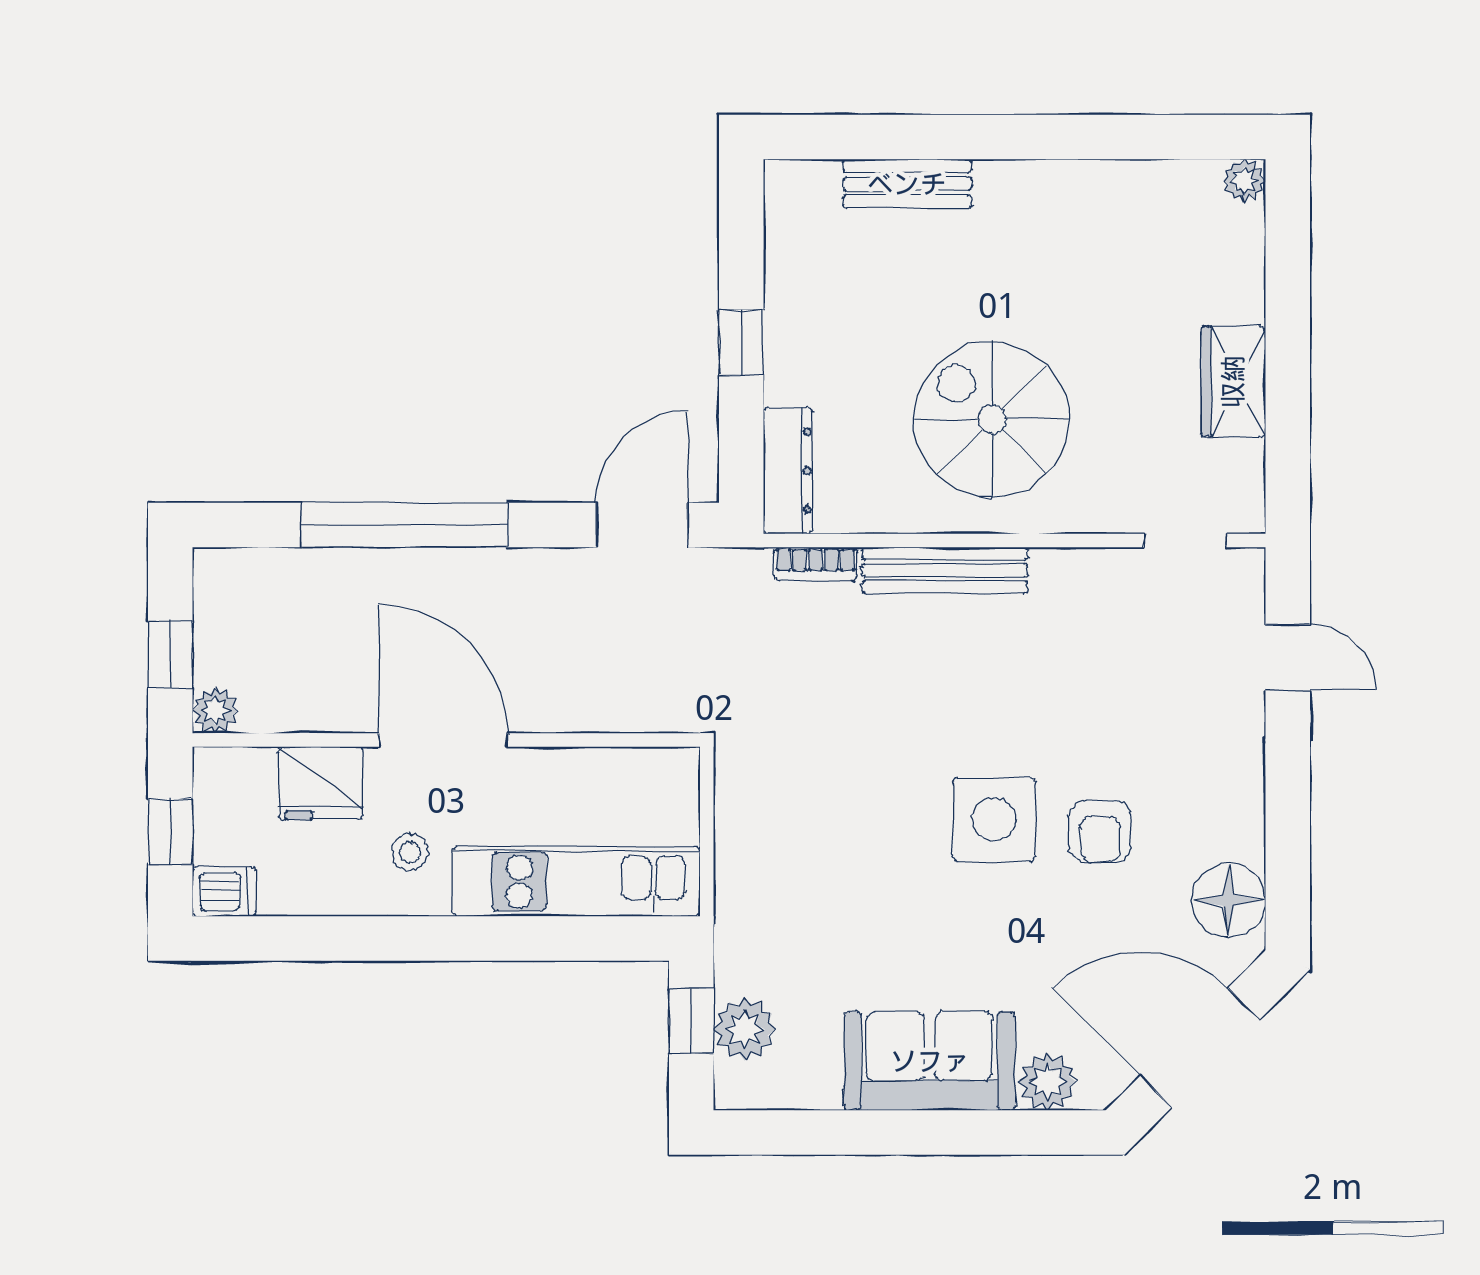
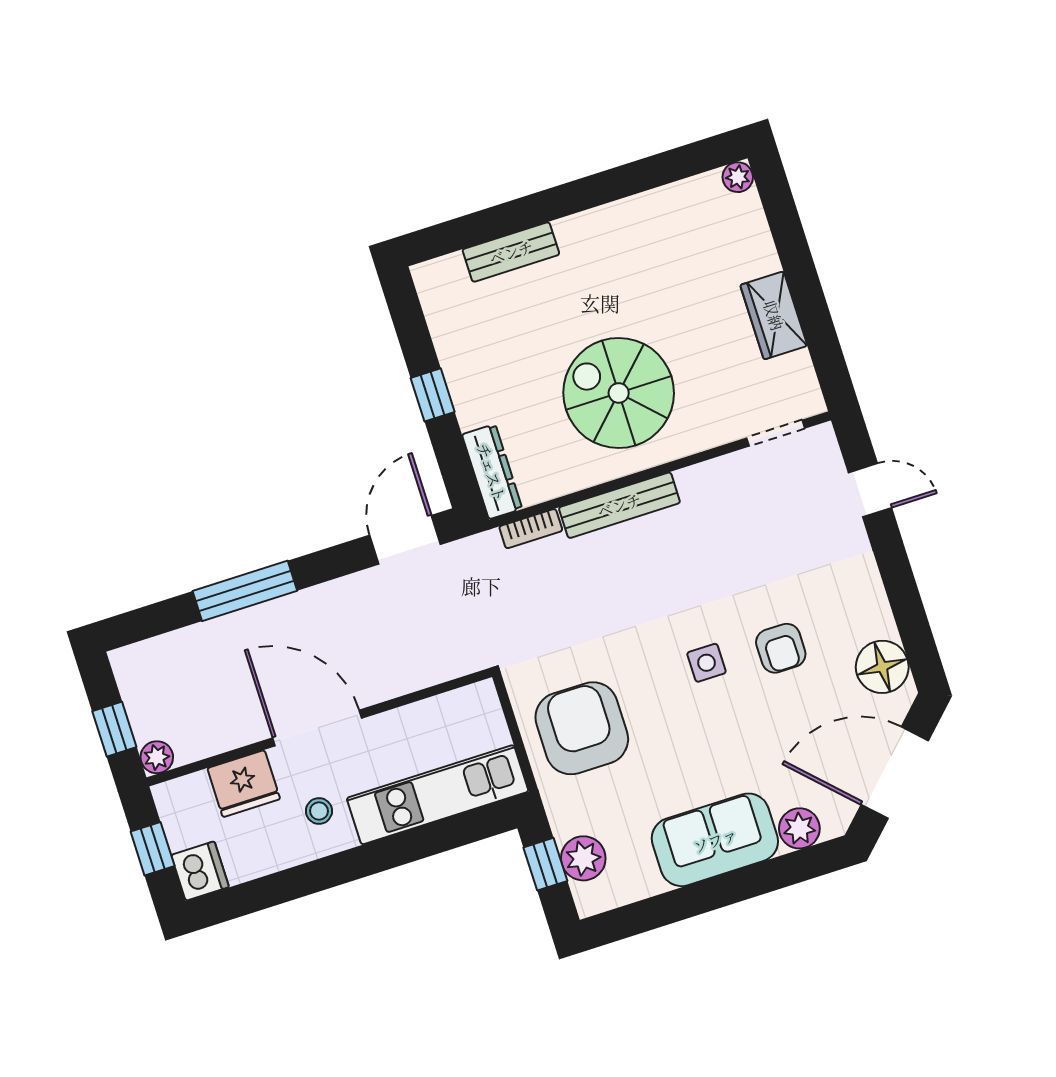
window: (405, 525) -> (245, 591), width x0.68
side table: (994, 819) -> (706, 663), width x0.54, depth x0.54
armchair: (799, 854) -> (582, 728), added
dishwasher: (224, 891) -> (200, 871), width x1.38

